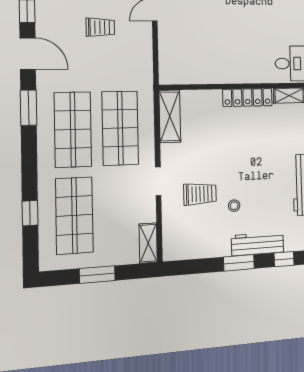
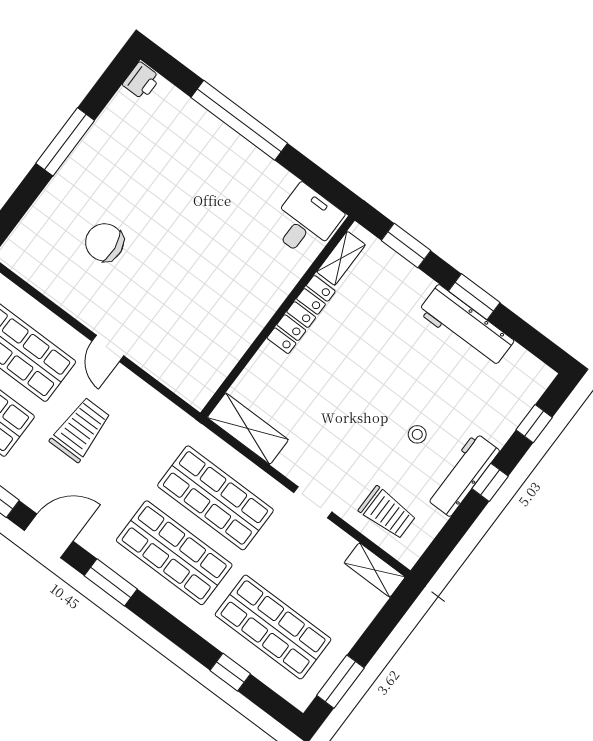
trolley: (100, 27) -> (81, 429), width x1.36, depth x1.39
trolley: (200, 194) -> (387, 513), moved, turned 90
workbench: (257, 244) -> (463, 475), moved
window: (239, 263) -> (490, 482), width x0.67
window: (97, 274) -> (340, 682), moved

